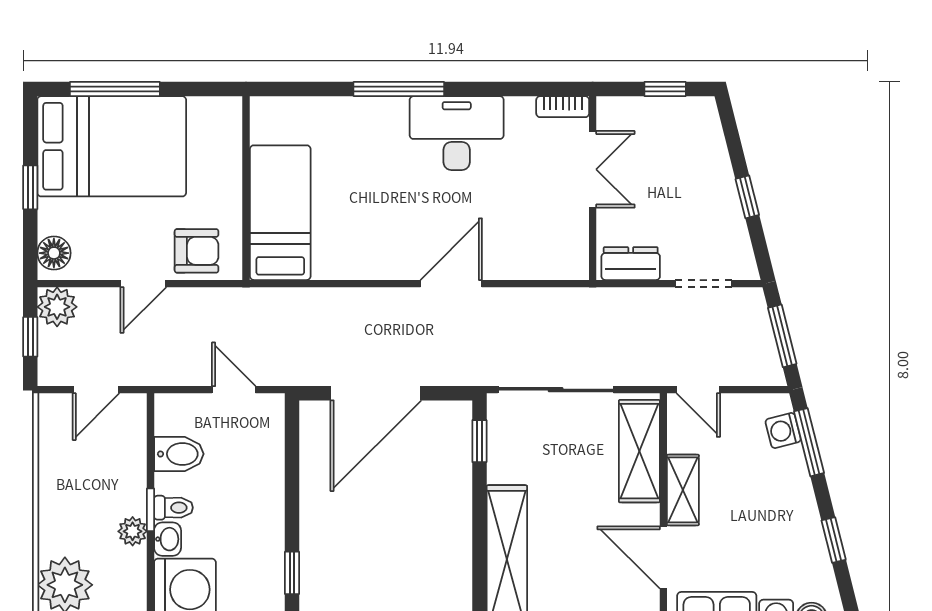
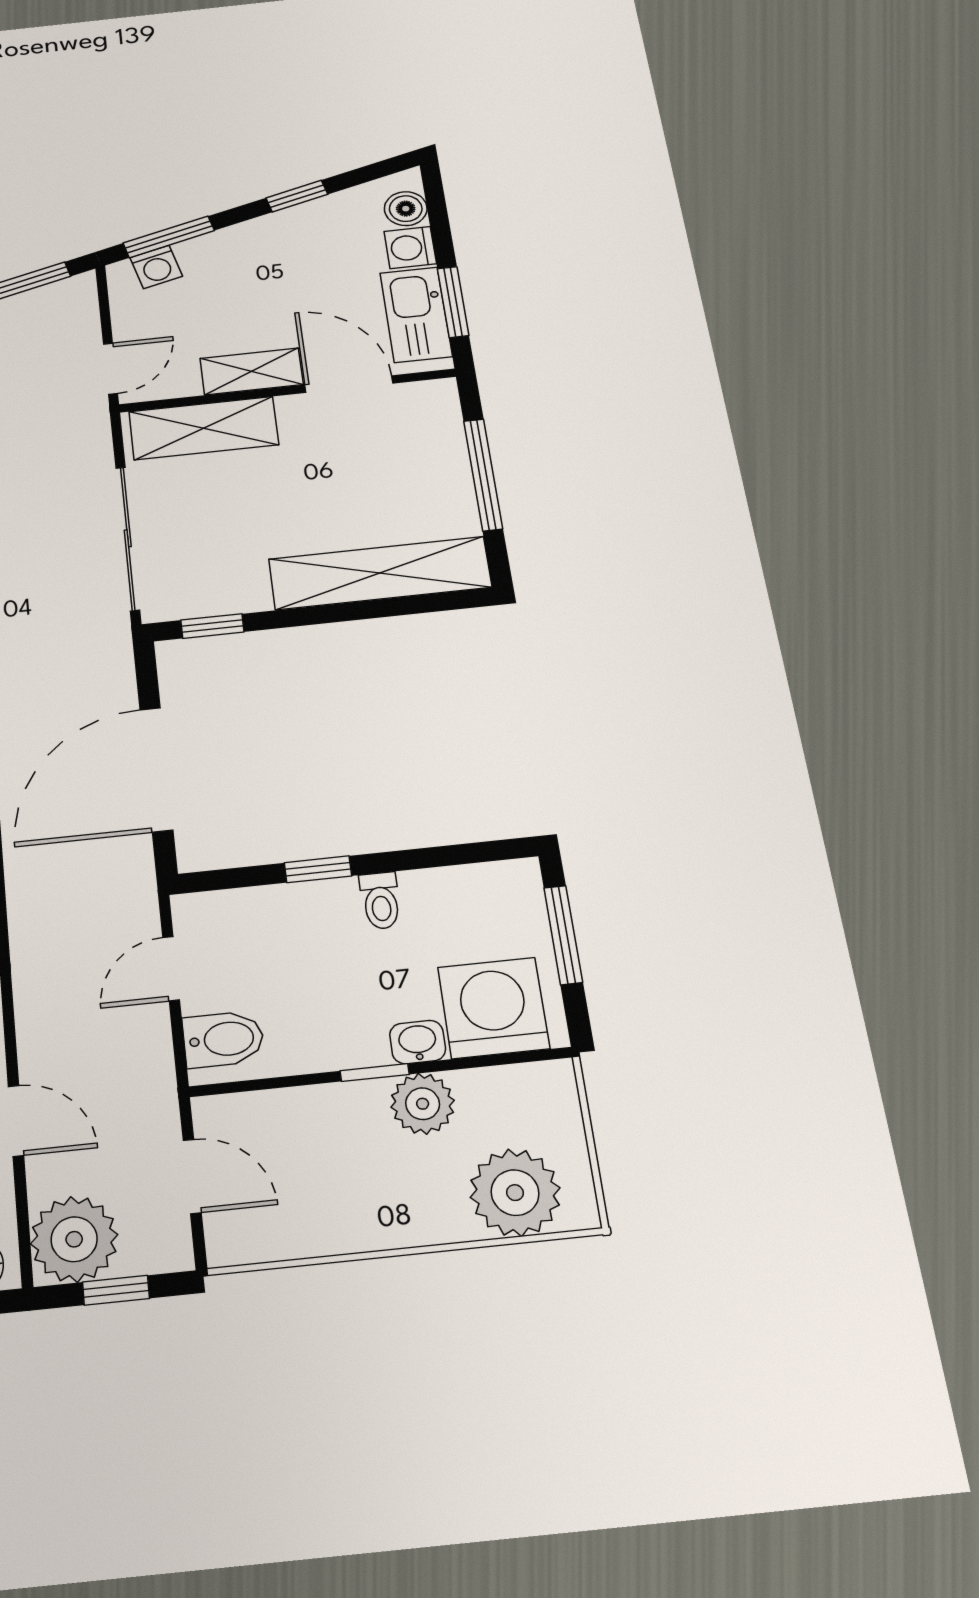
plant: (57, 307) -> (74, 1239), width x1.36, depth x1.36
door: (376, 393) -> (156, 769), swing flipped
bidet: (179, 454) -> (223, 1039), moved, turned 90
toilet: (173, 508) -> (380, 901), moved, turned 180
plant: (133, 531) -> (423, 1104), width x1.38, depth x1.38
door: (663, 558) -> (349, 384), swing flipped
window: (292, 573) -> (318, 869), moved

